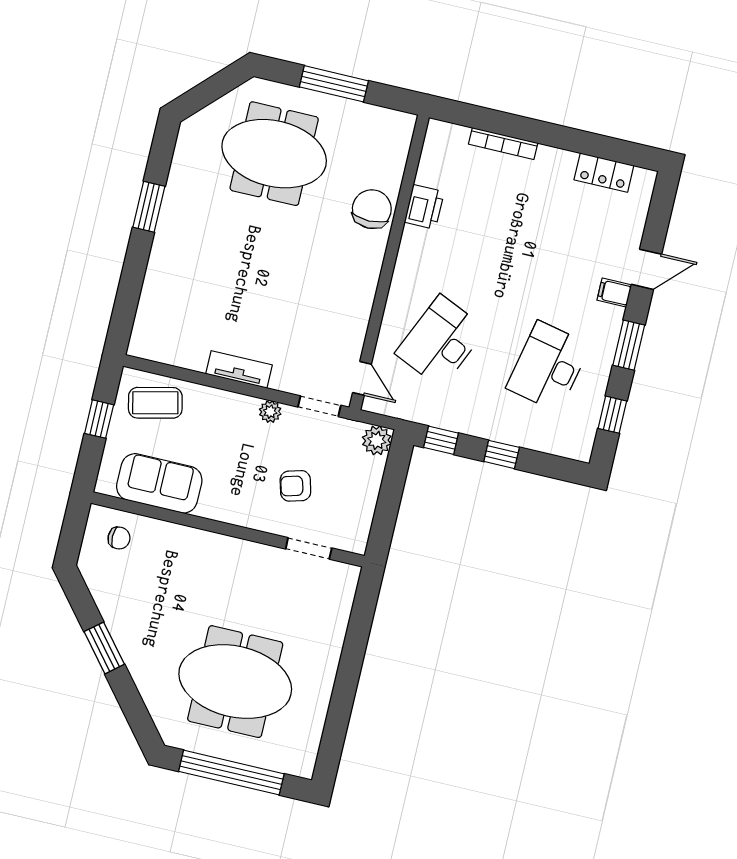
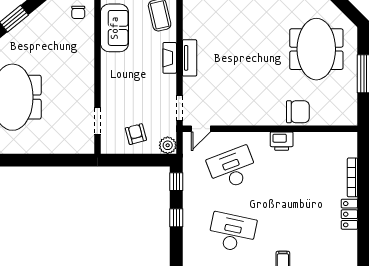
locker: (604, 173) -> (349, 214), moved
printer: (424, 207) -> (282, 141), moved
desk: (441, 341) -> (232, 168), turned -45
fireplace: (231, 403) -> (170, 58), added
plant: (270, 412) -> (170, 81), removed
armchair: (295, 486) -> (136, 134), moved

